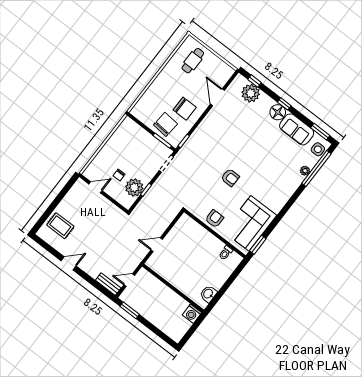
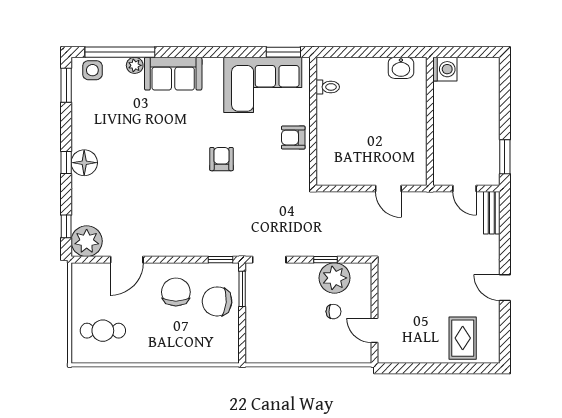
plant: (251, 93) -> (87, 241), moved
sofa: (297, 129) -> (173, 74), moved, turned 90

